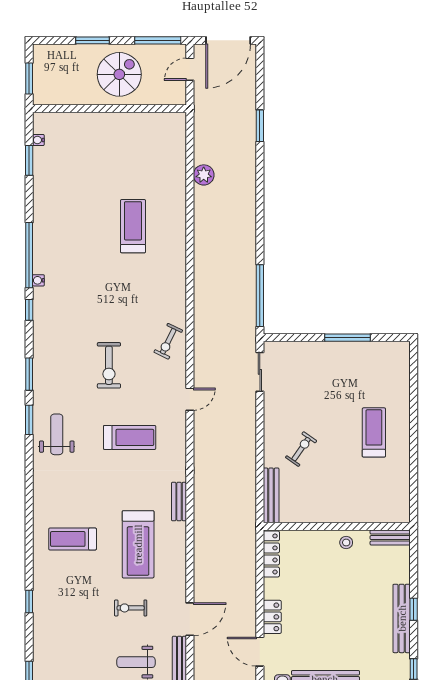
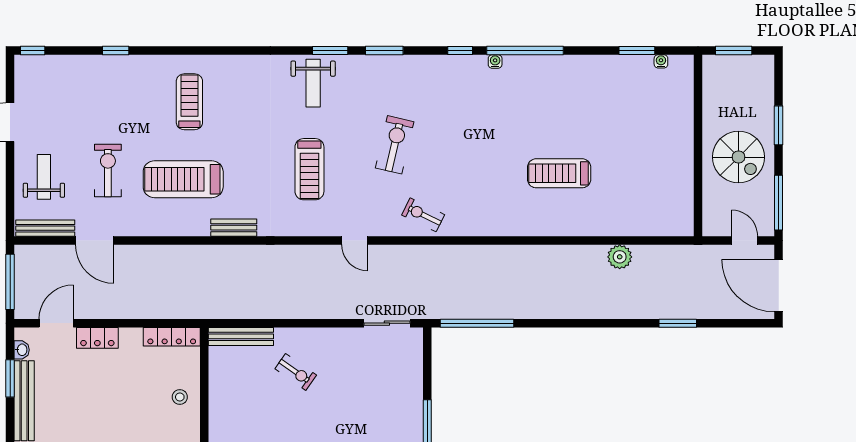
treadmill: (133, 226) -> (559, 173), turned 180
exercise bike: (109, 365) -> (395, 145), turned 103
weight bench: (57, 434) -> (313, 83), turned 90
stool: (346, 543) -> (180, 397), moved
exercise bike: (131, 608) -> (108, 170), width x1.38, depth x1.39

